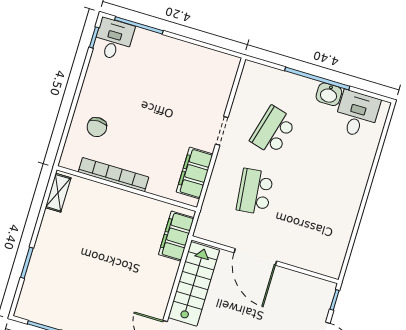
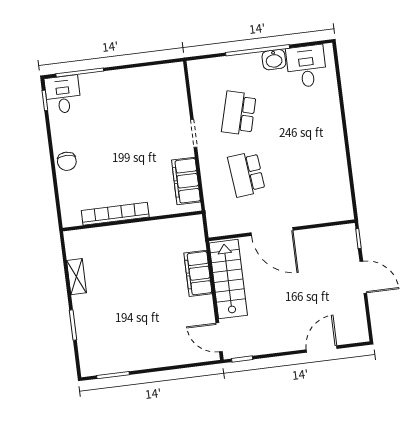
chair: (97, 127) -> (67, 161), moved
shelving: (58, 193) -> (77, 277), moved
filing cabinet: (176, 236) -> (198, 273), moved

